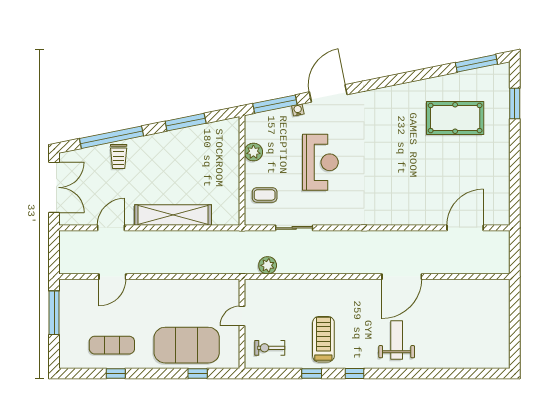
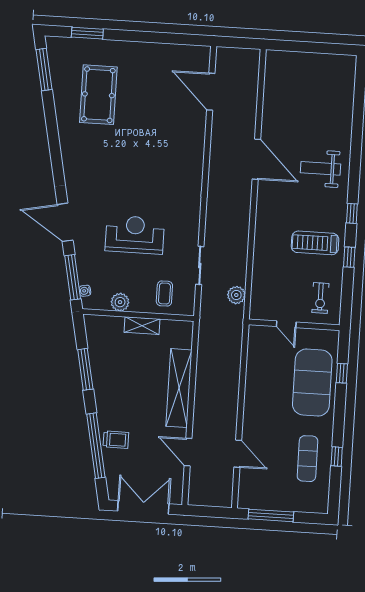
water cooler: (298, 110) -> (85, 291), moved
shelving: (232, 175) -> (142, 326), added

